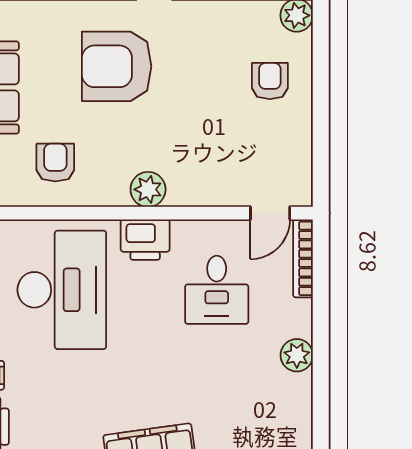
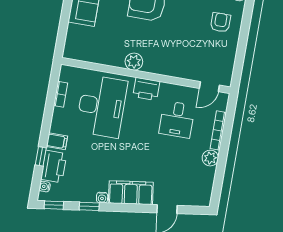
armchair: (55, 163) -> (109, 44), removed
plant: (148, 189) -> (134, 62), moved
bookcase: (303, 258) -> (218, 131), moved

